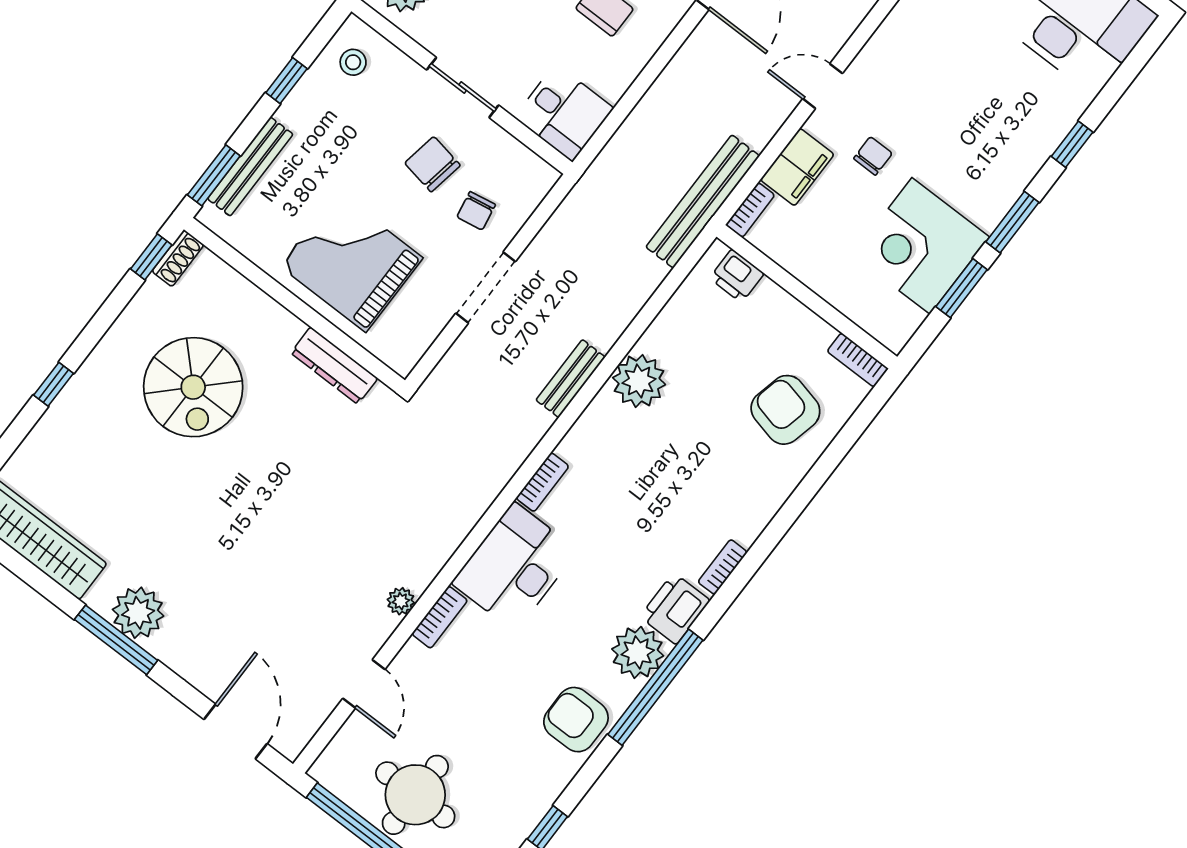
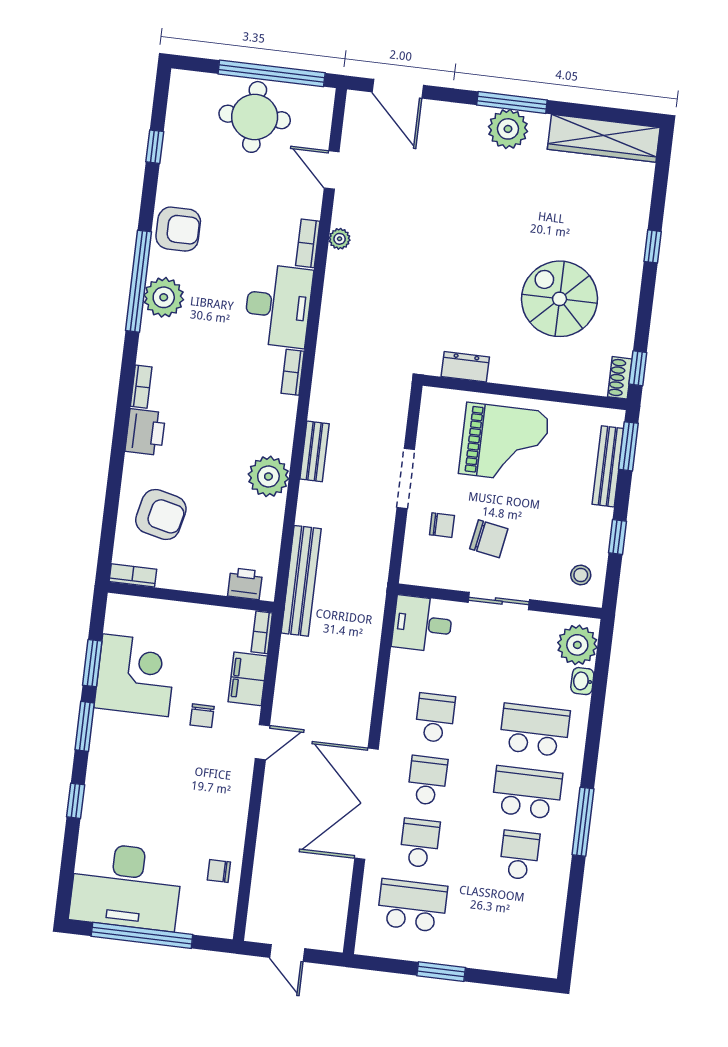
bench: (703, 201) -> (301, 581), moved
chair: (476, 211) -> (442, 525), turned 100
dresser: (334, 366) -> (465, 367), width x0.70
printer: (675, 609) -> (145, 432), moved

